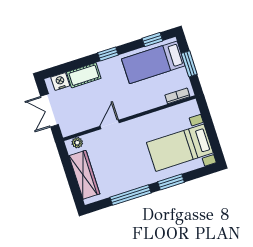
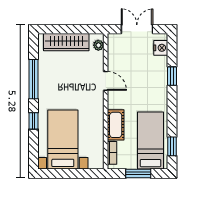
window: (108, 54) -> (172, 76), moved
cot: (84, 75) -> (116, 125), moved
window: (171, 182) -> (33, 121), width x0.67

